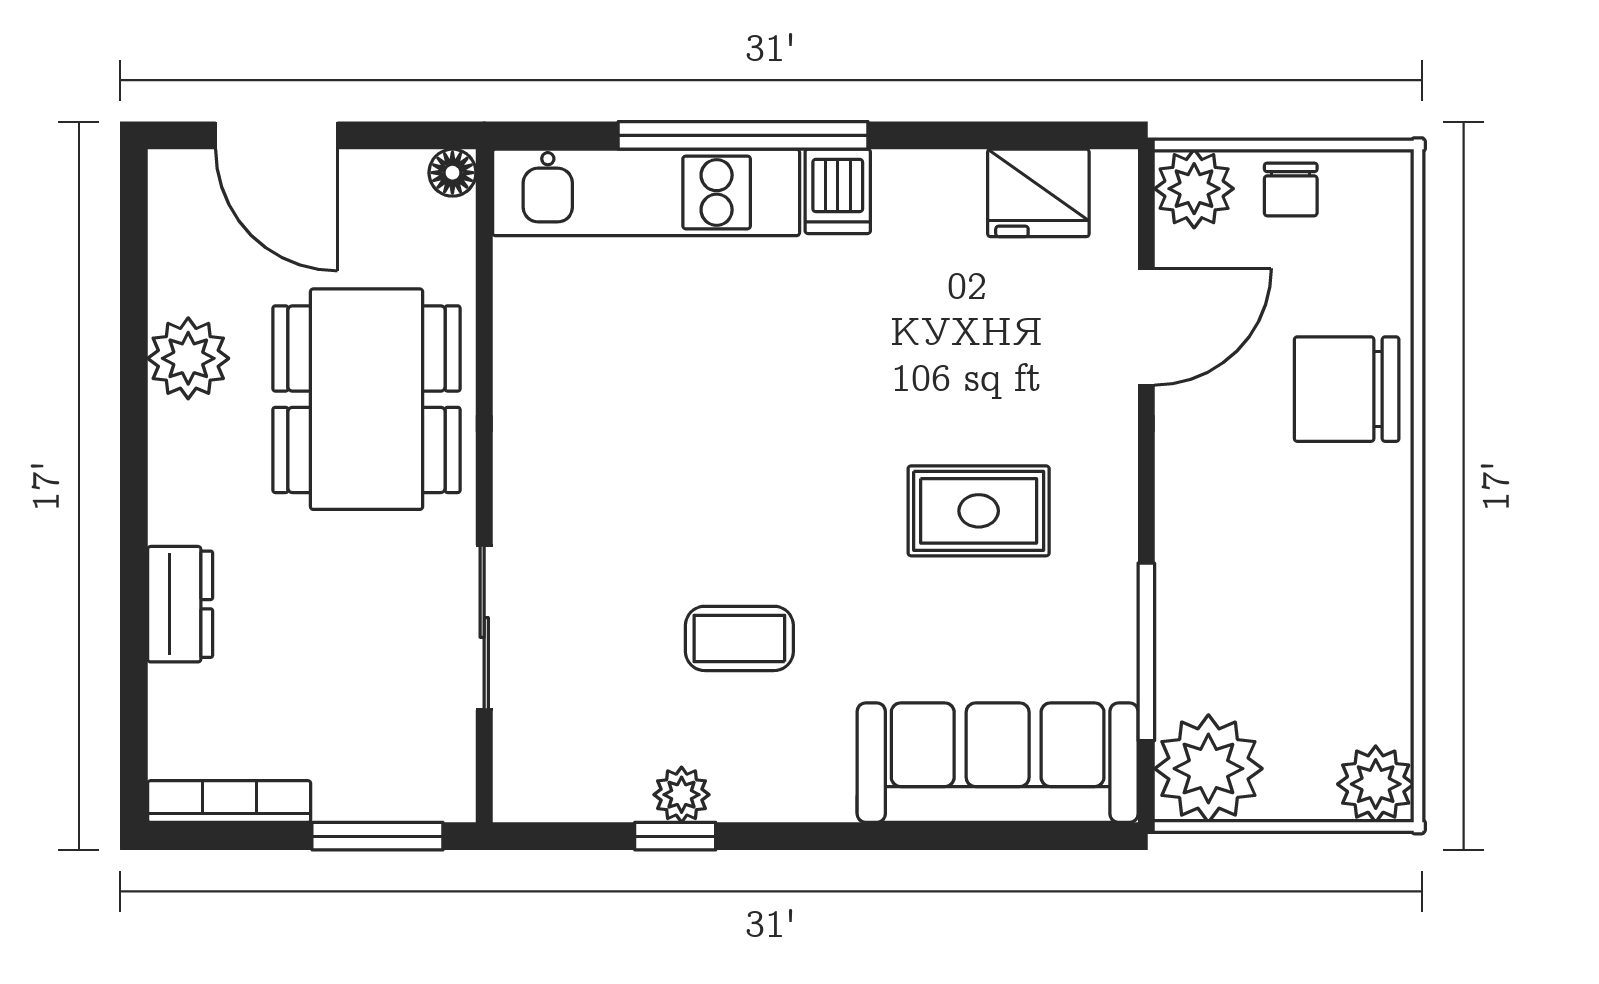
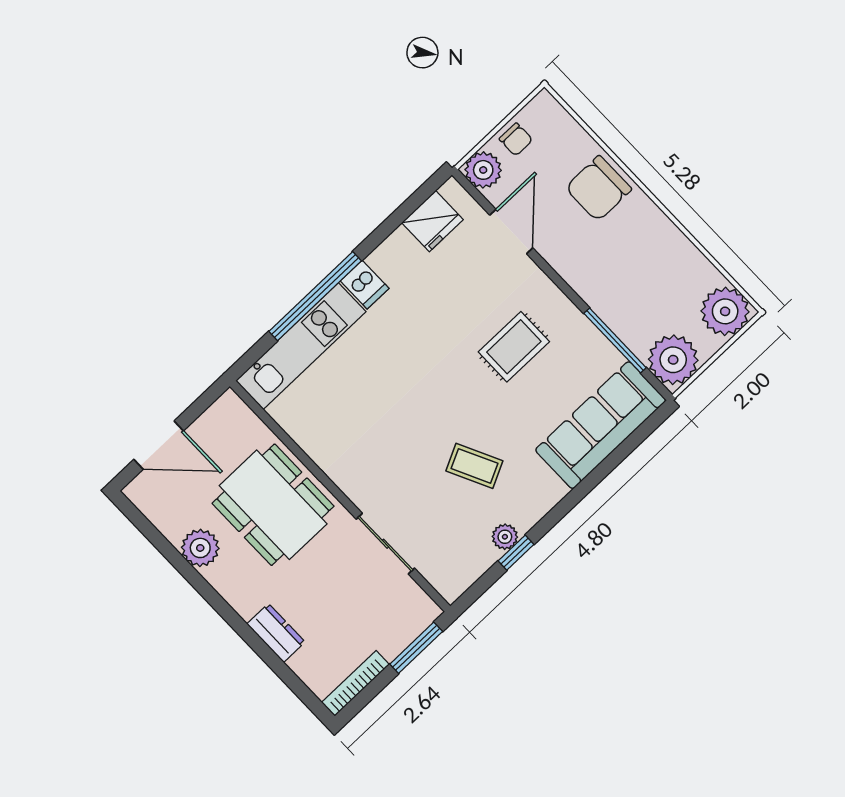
floor lamp: (452, 173) -> (230, 401), removed
coffee table: (739, 638) -> (474, 466), turned 64
plant: (1376, 784) -> (725, 311), width x1.36, depth x1.36

